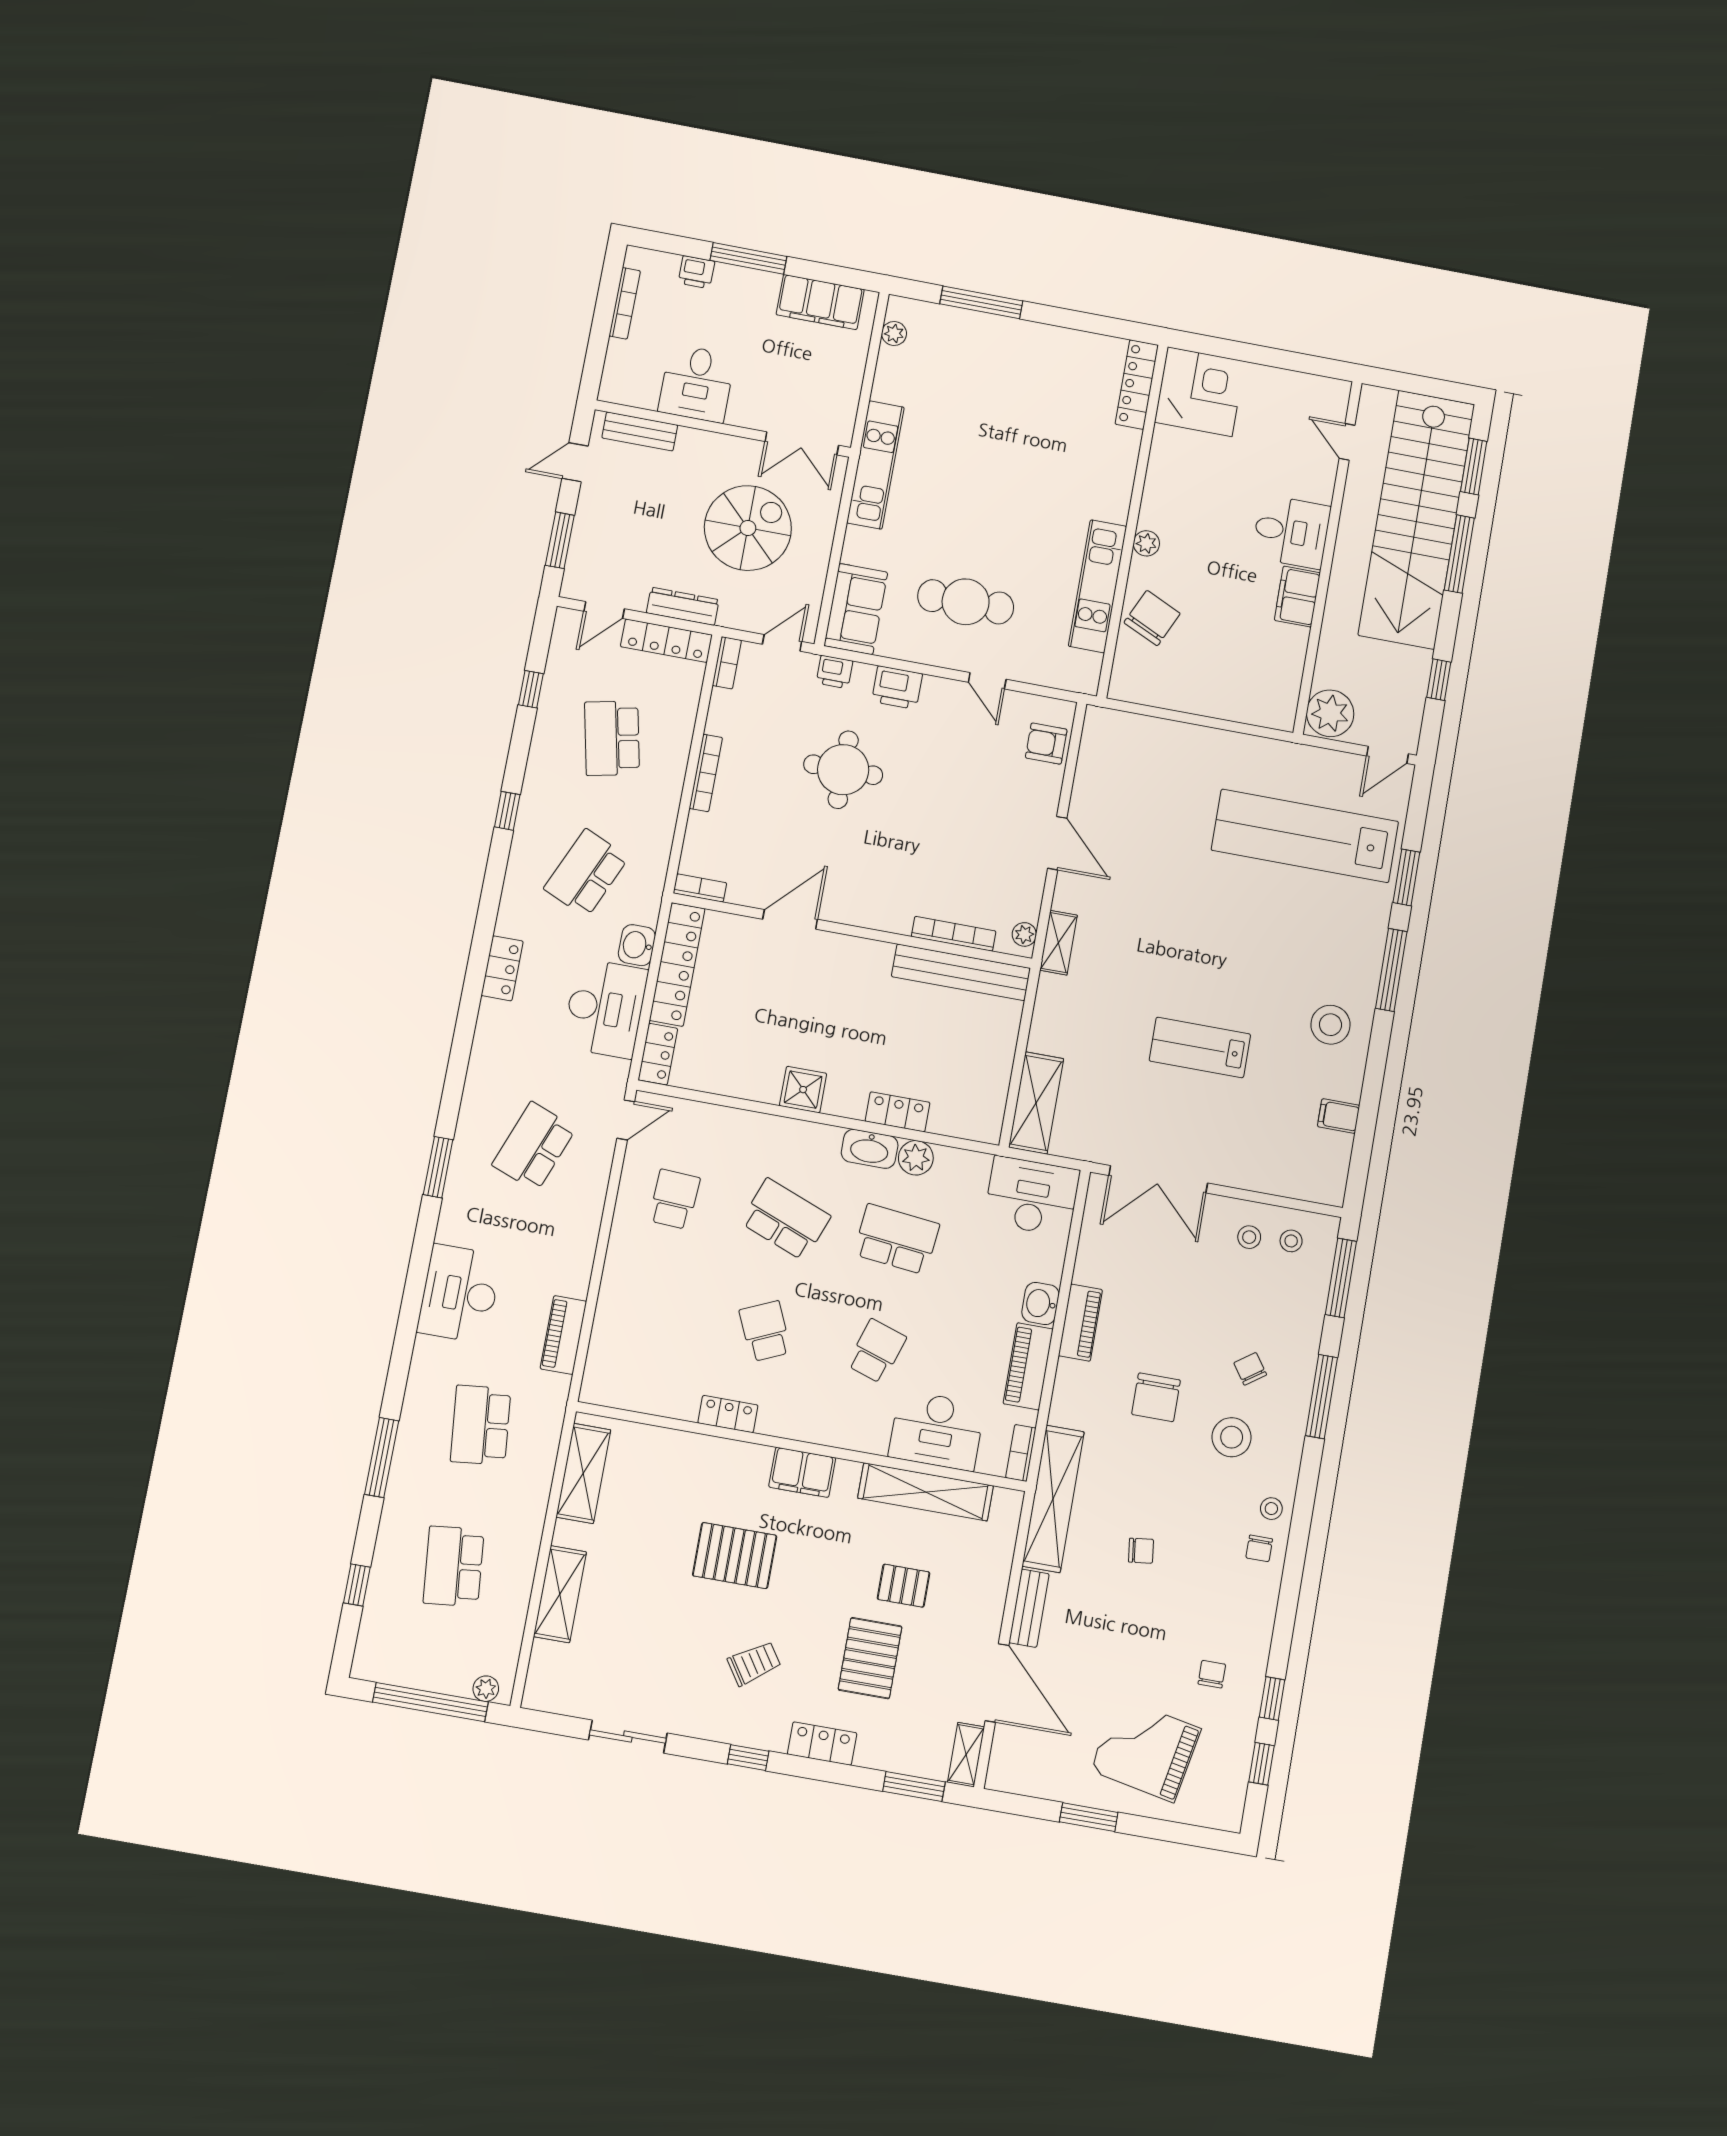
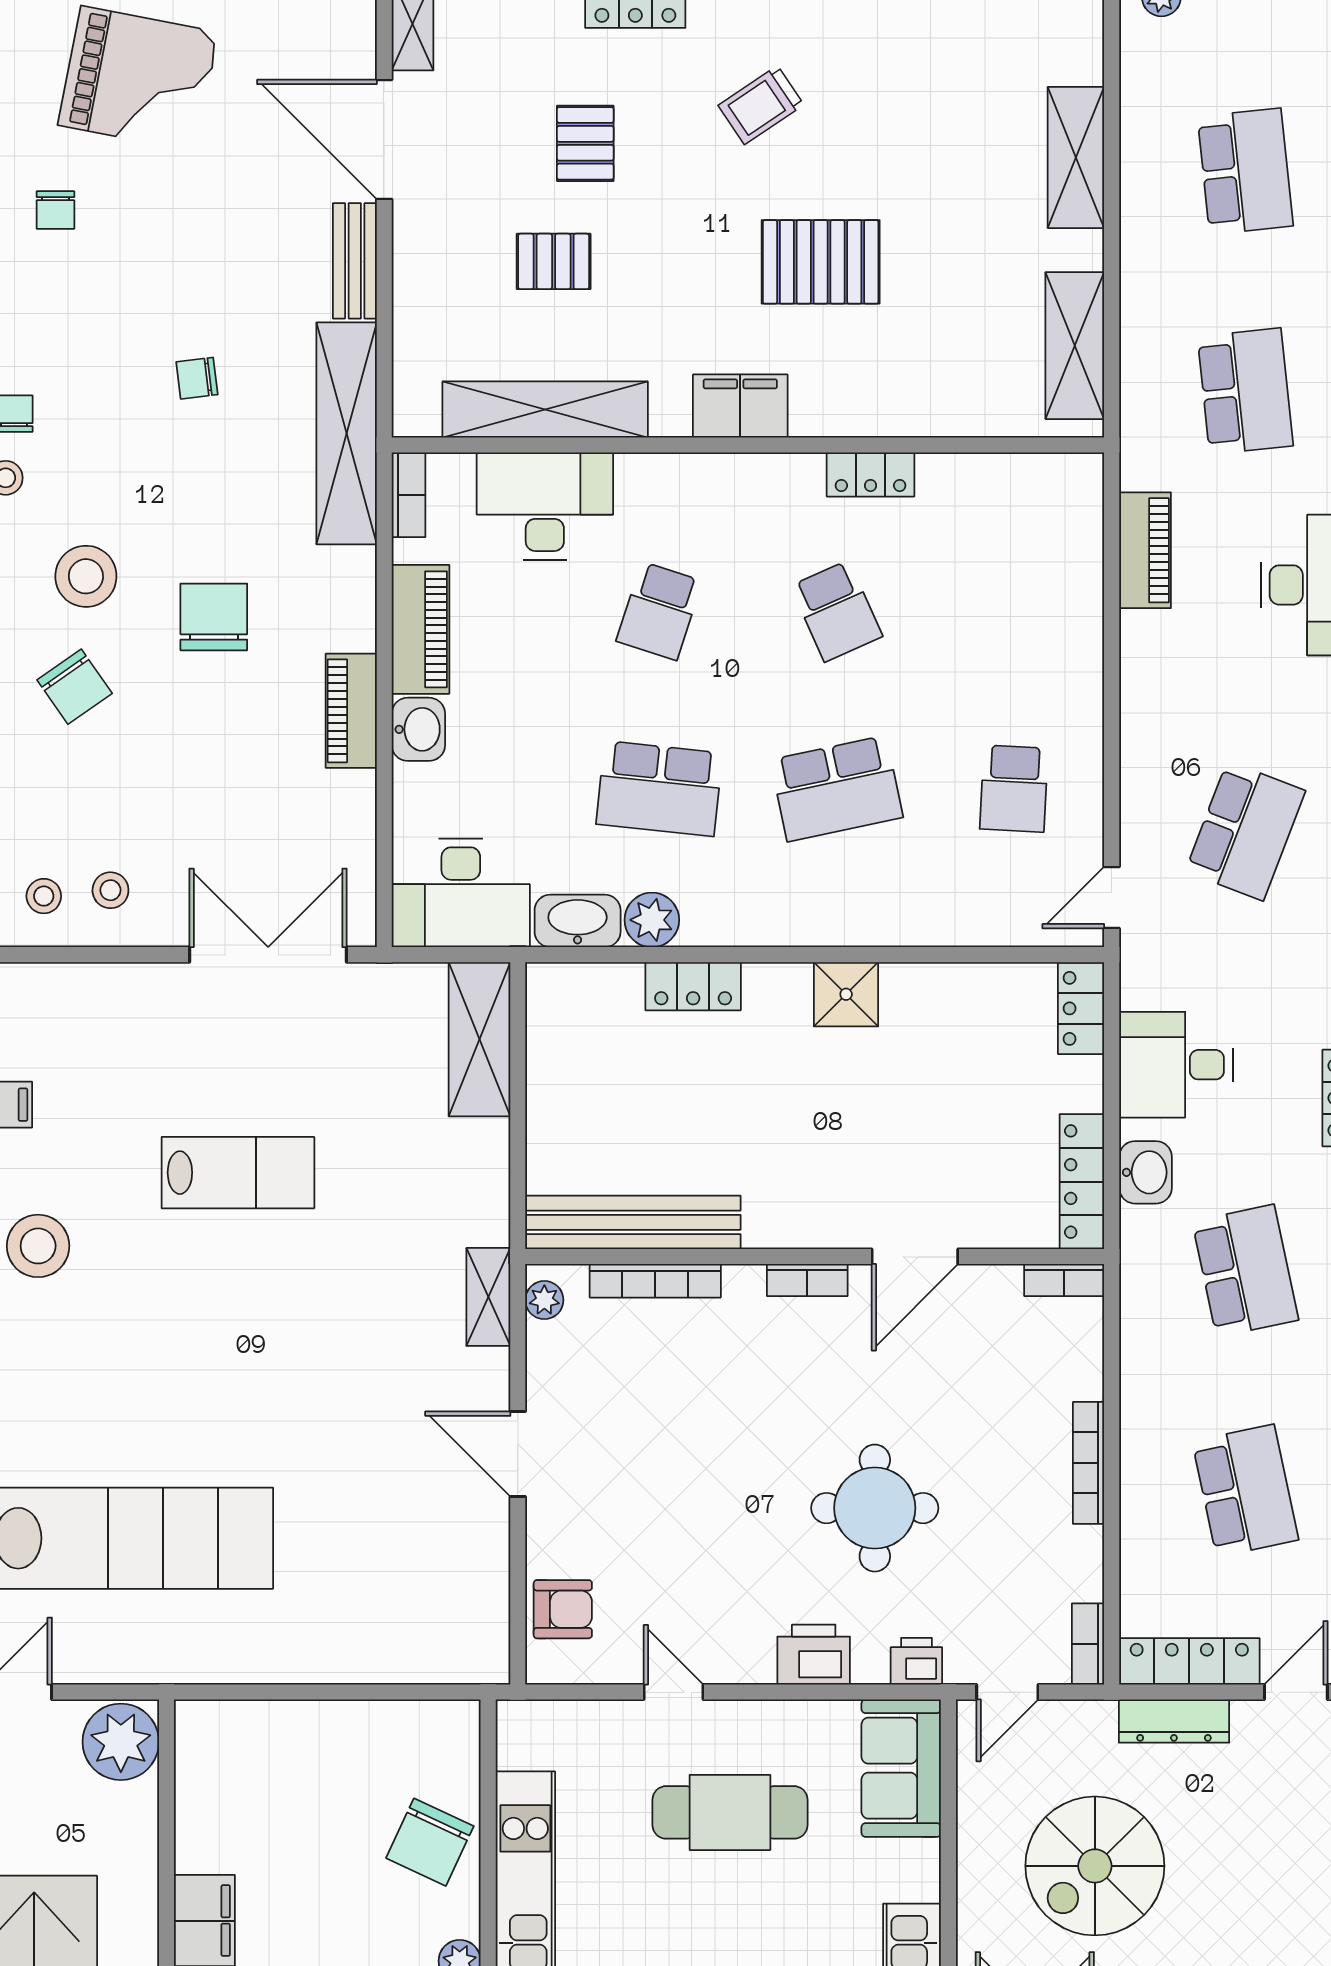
school desk: (586, 873) -> (1245, 1271), turned -36
bookcase: (859, 917) -> (807, 1280), added
locker: (677, 964) -> (1082, 1182), width x0.71, depth x0.83
desk: (605, 1008) -> (1176, 1065), width x0.73
washbasin: (870, 1149) -> (578, 921), moved
school desk: (786, 1219) -> (837, 789), turned -33
chair: (1250, 1369) -> (75, 687), width x1.37, depth x1.37
pallet: (870, 1658) -> (585, 143), width x0.67, depth x0.71

